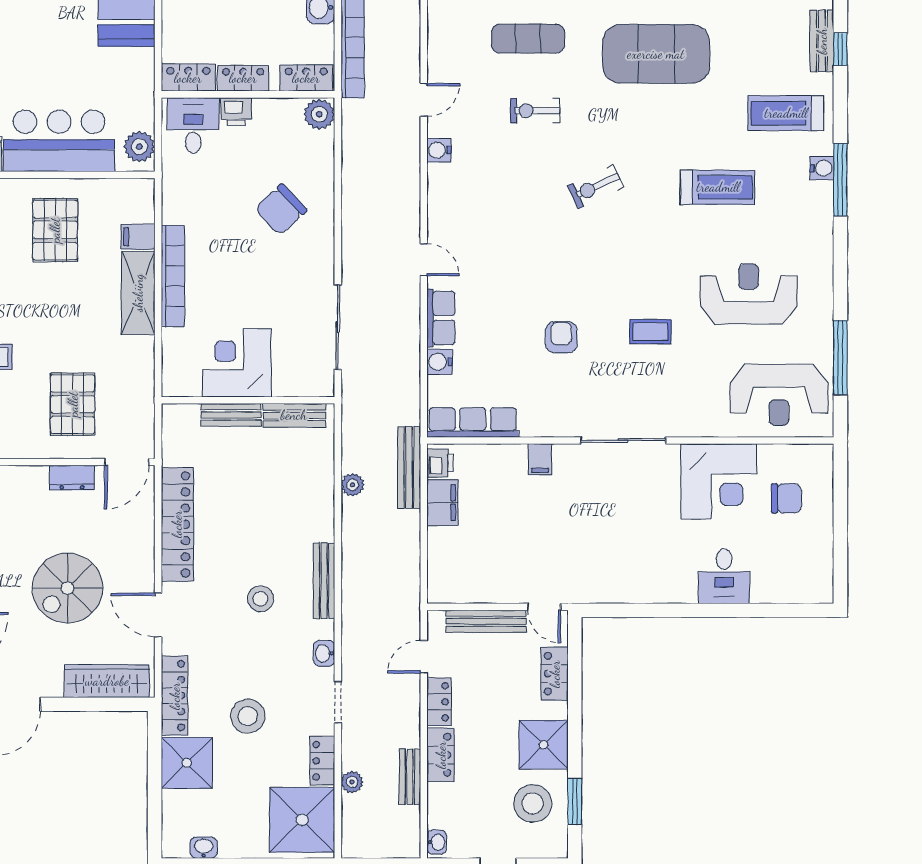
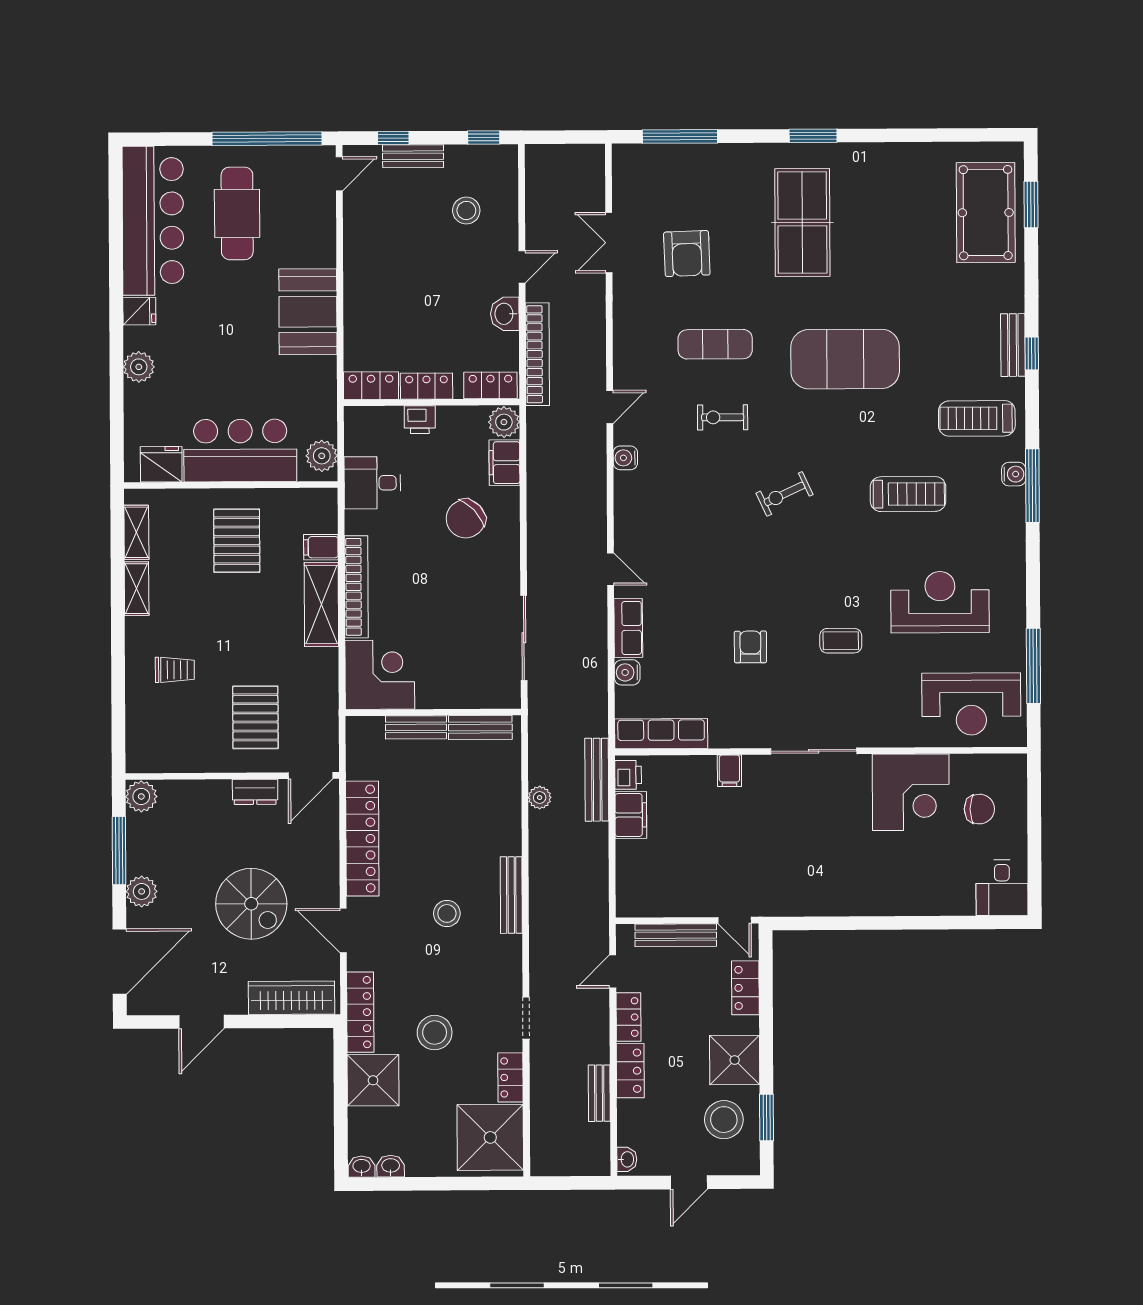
desk: (193, 125) -> (372, 483), moved, turned -90
filing cabinet: (320, 154) -> (504, 463), added
corner desk: (237, 363) -> (380, 675), moved, turned 90
desk: (724, 576) -> (1002, 888), moved
spiral stairs: (68, 588) -> (251, 904), turned -90
washbasin: (324, 653) -> (362, 1167), moved, turned 90
plant: (352, 782) -> (541, 1099), removed

